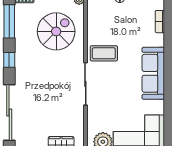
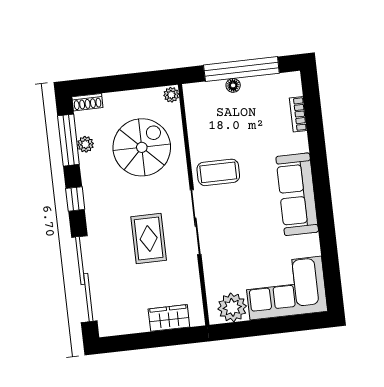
plant: (20, 25) -> (85, 144), added
rug: (54, 91) -> (149, 238), added

